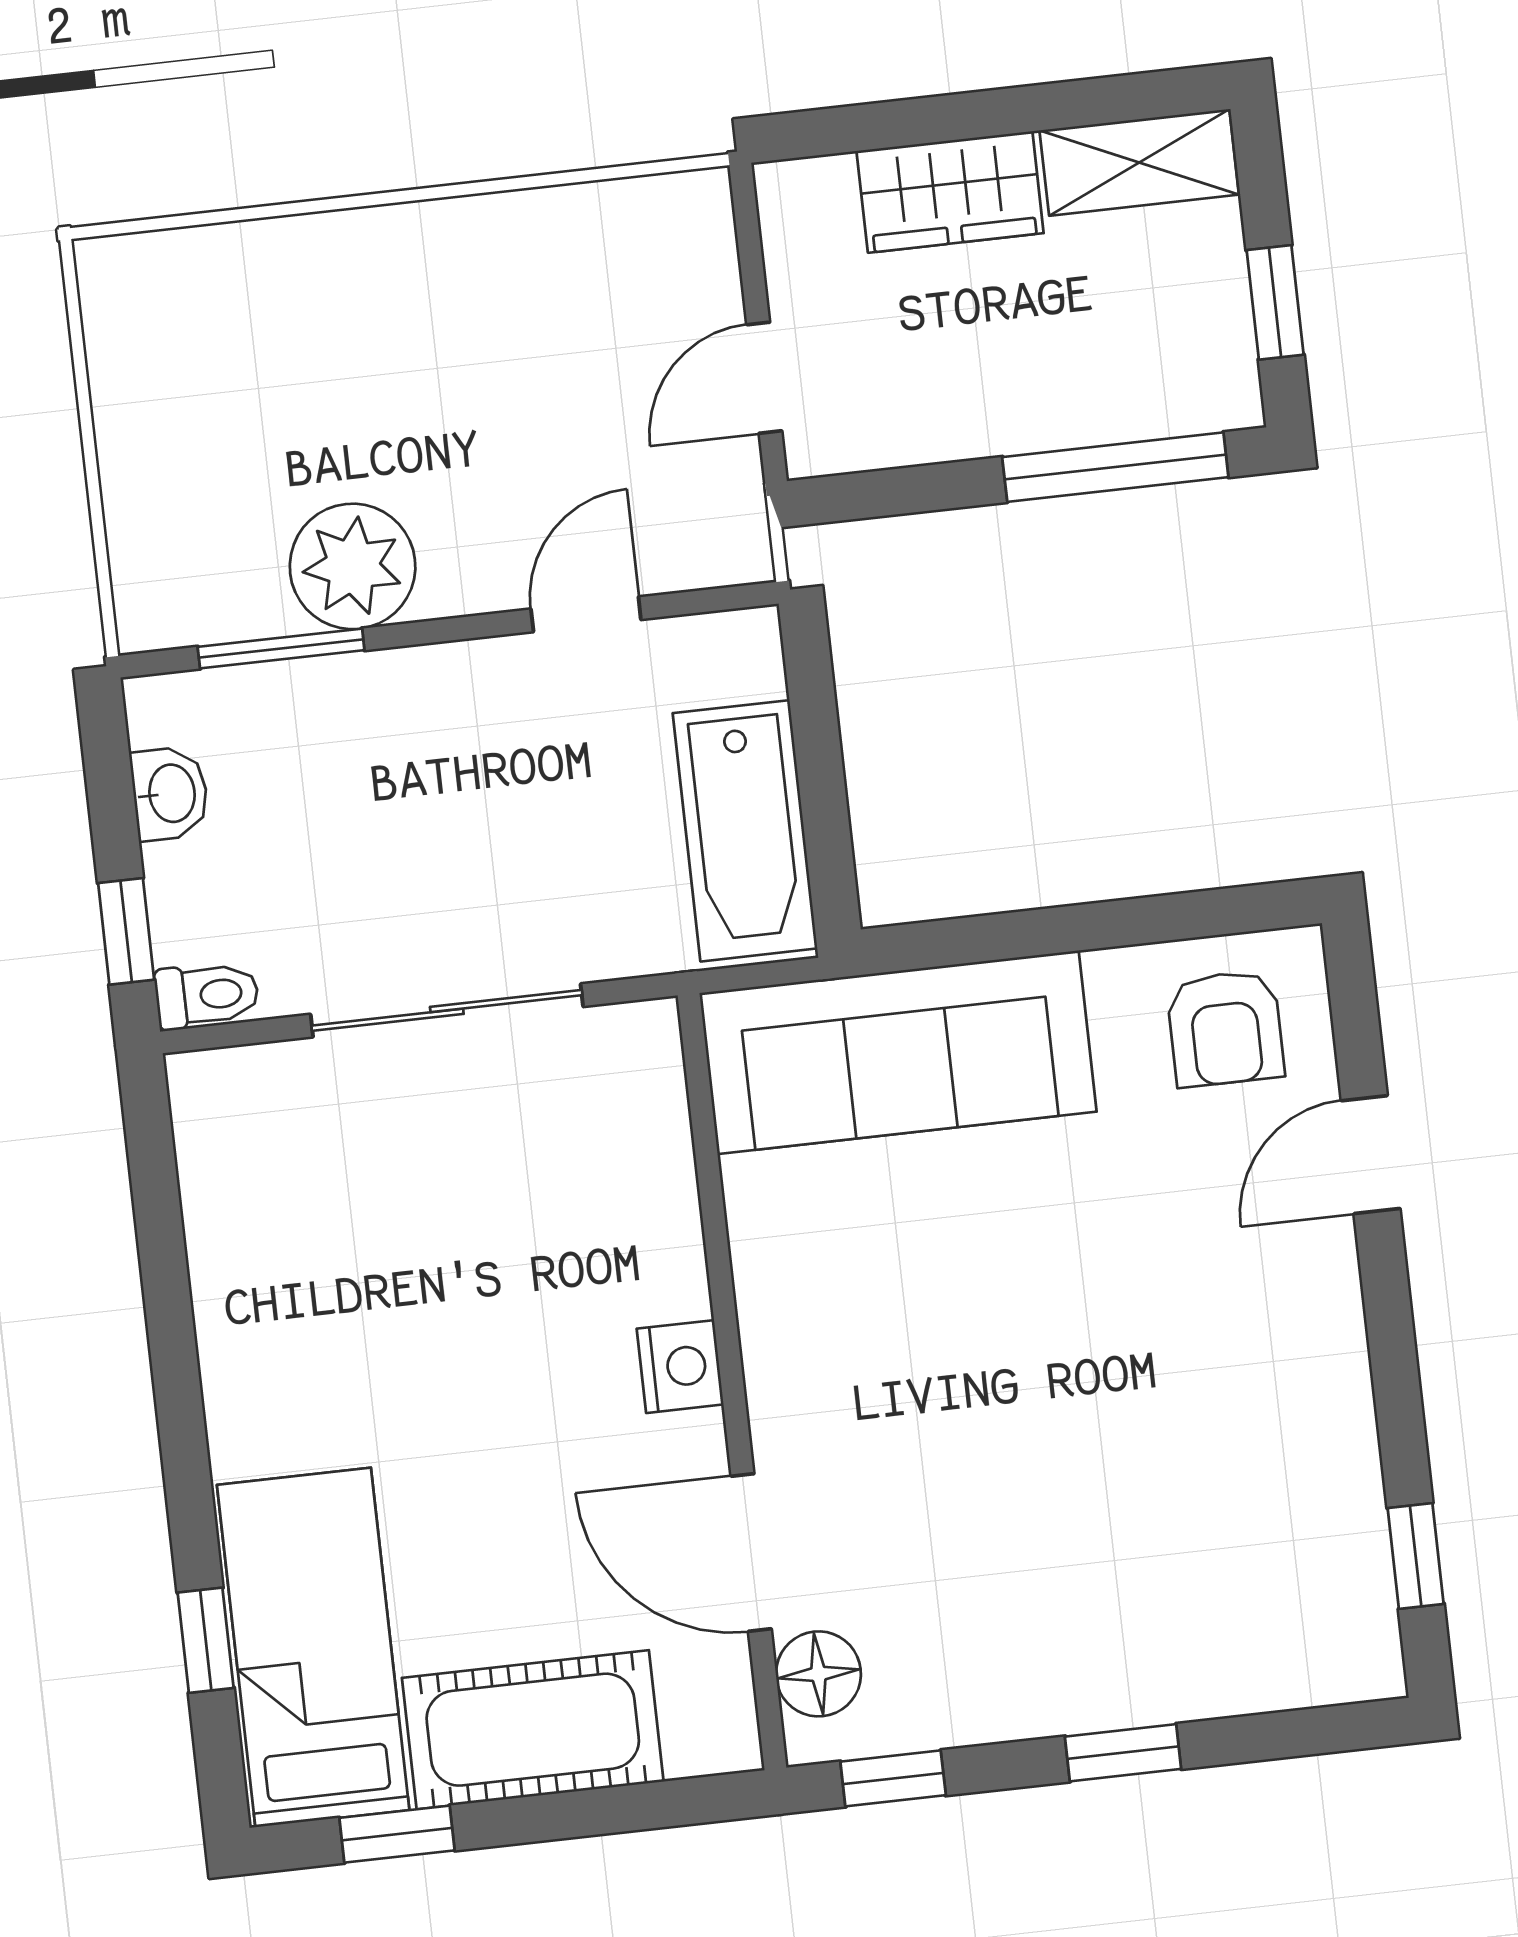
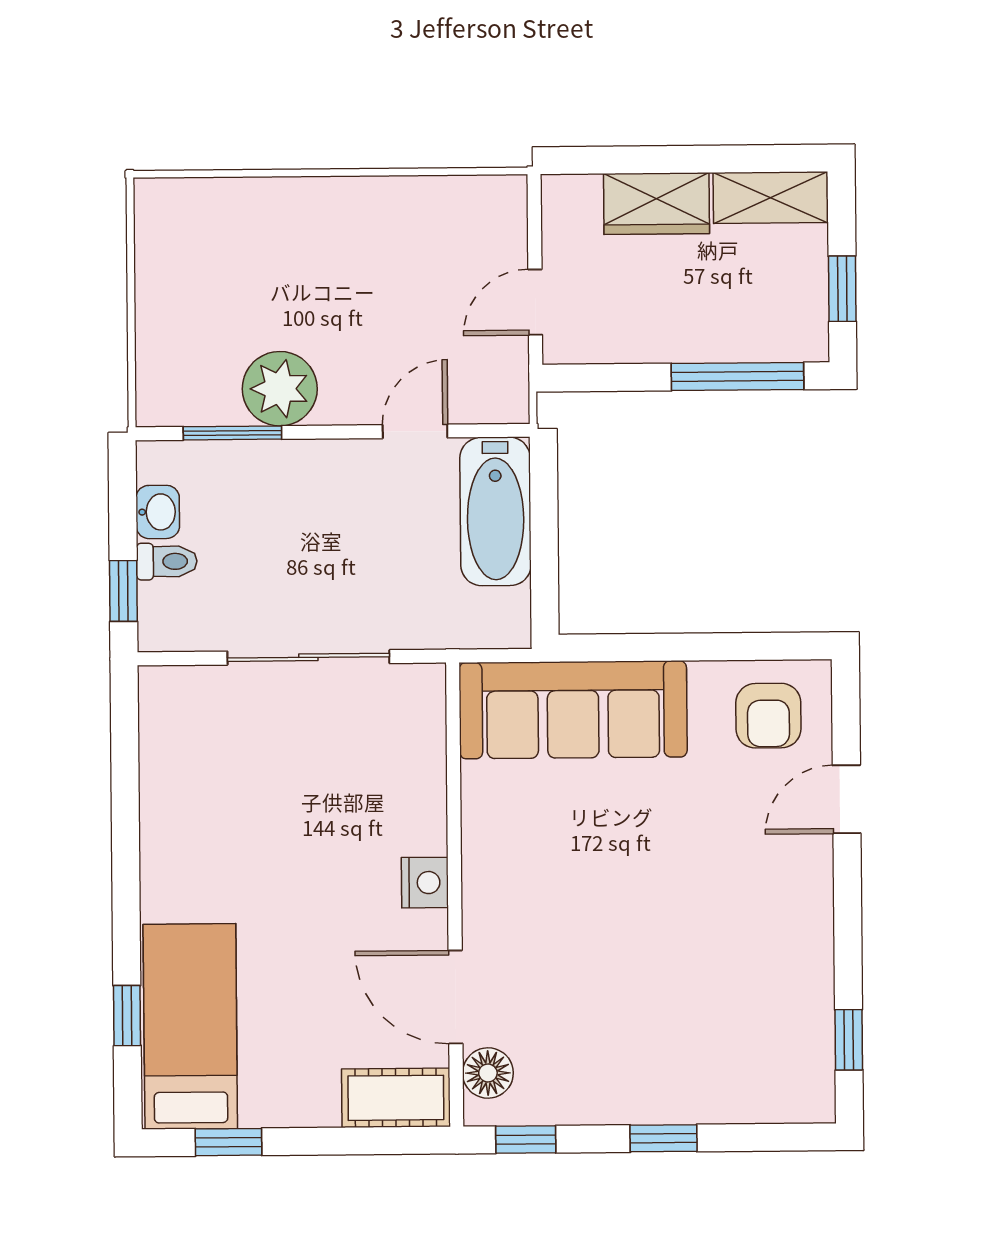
bathtub: (745, 831) -> (496, 511), moved
toilet: (207, 995) -> (167, 561), moved
cot: (533, 1730) -> (396, 1098), moved, width x0.73, depth x0.75

